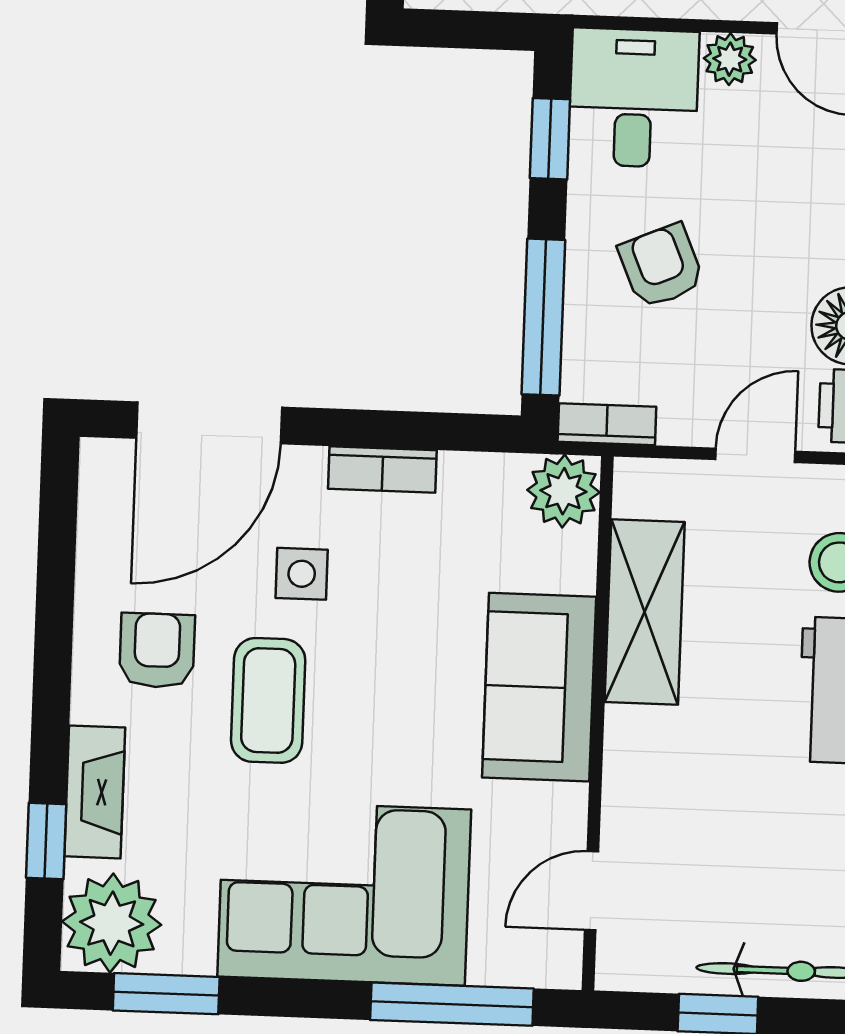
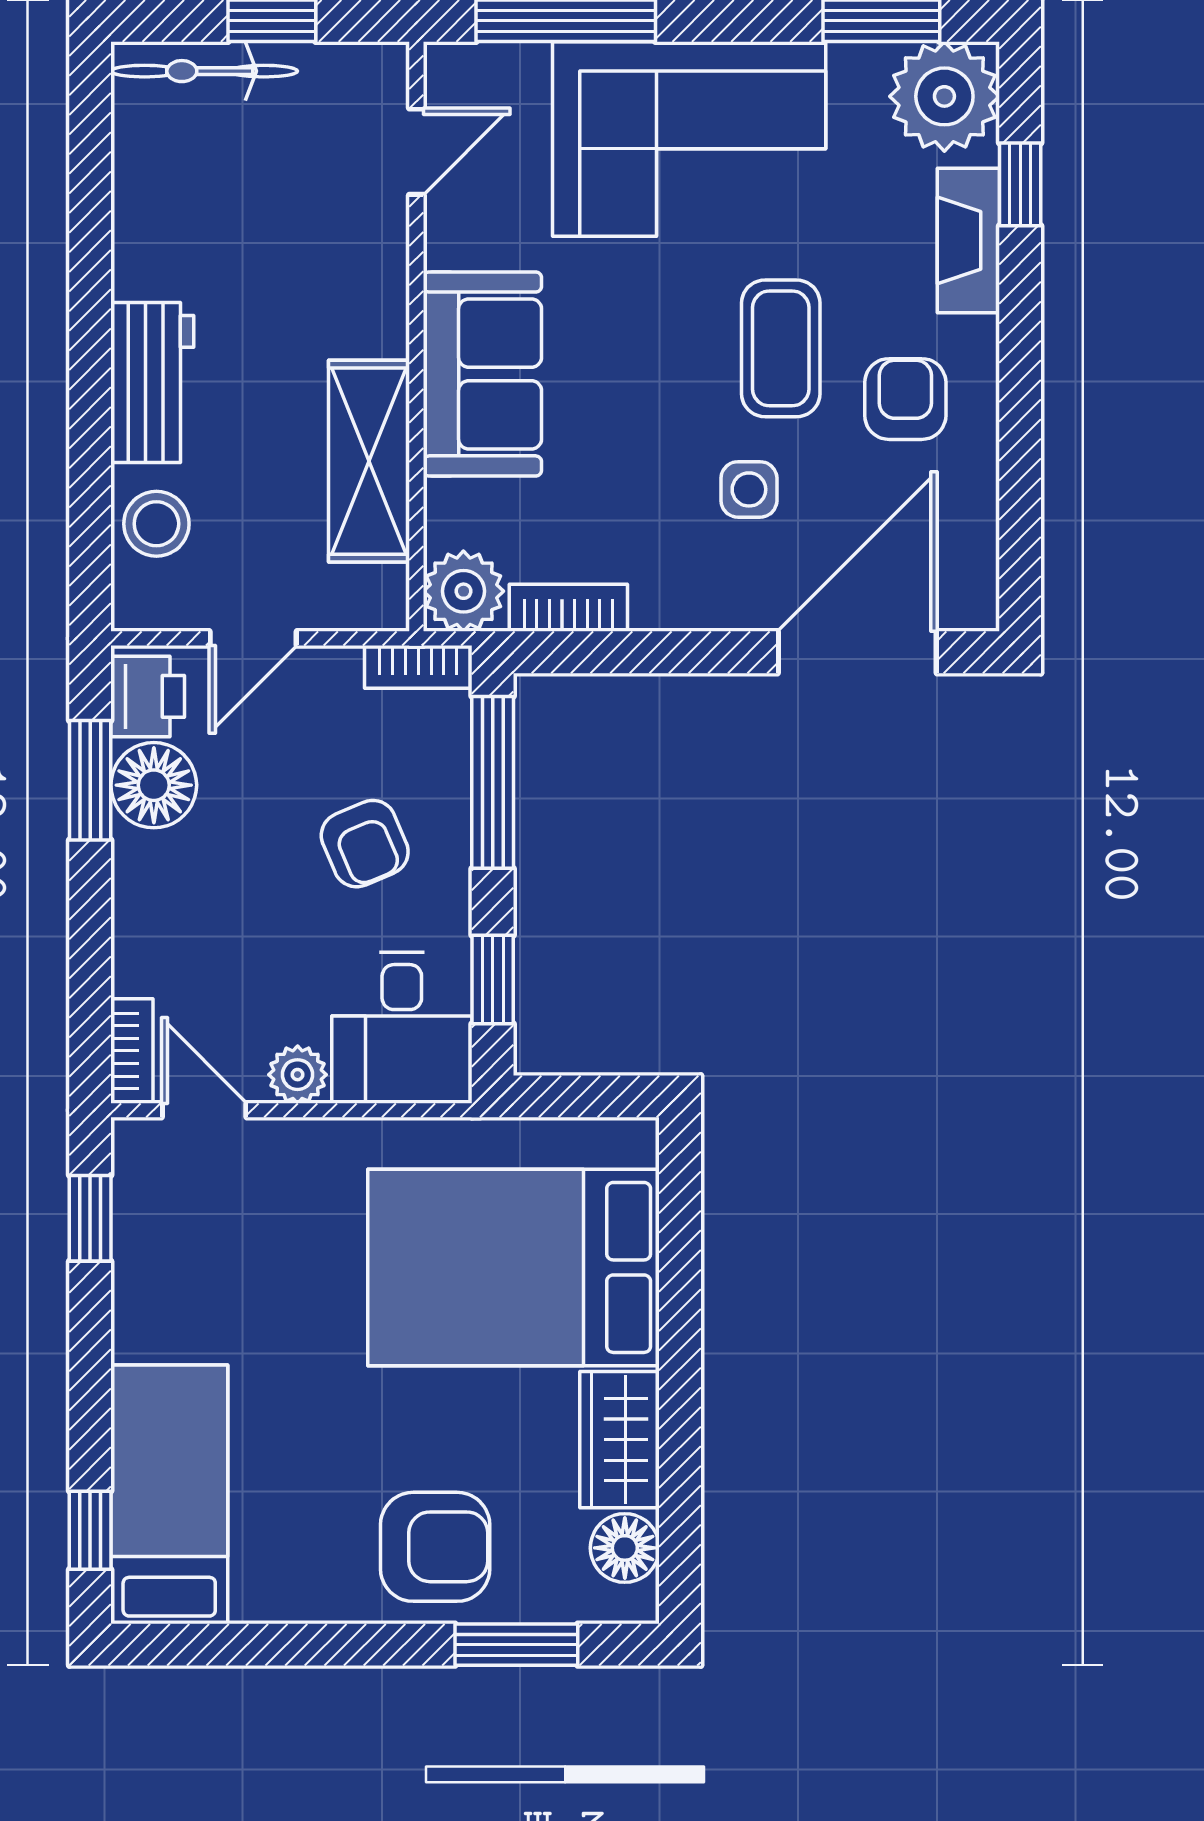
bookcase: (382, 469) -> (568, 608), moved
armchair: (157, 650) -> (905, 399), turned 180

